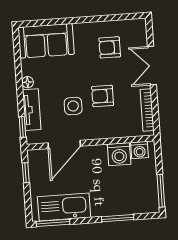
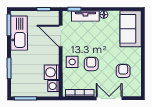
side table: (73, 106) -> (72, 62), moved

